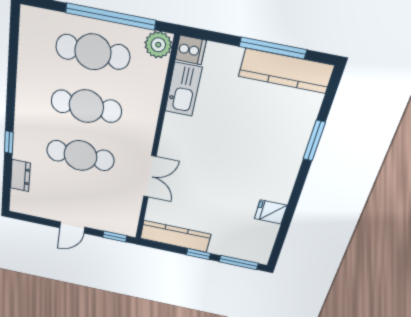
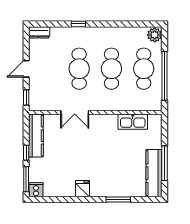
plant: (158, 45) -> (155, 35), moved
cooker: (191, 50) -> (36, 190), moved, turned 180
dresser: (20, 176) -> (39, 32), moved
fridge: (271, 212) -> (82, 189), moved
door: (72, 227) -> (26, 69), hinge flipped

